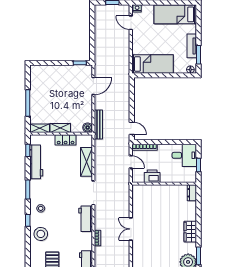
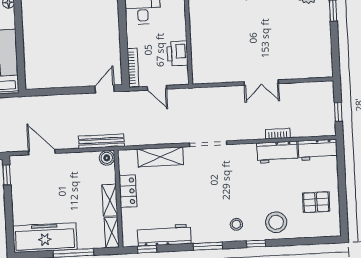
freezer: (38, 85) -> (45, 238), added
door: (131, 162) -> (157, 88), swing flipped
workbench: (86, 219) -> (277, 152), moved

